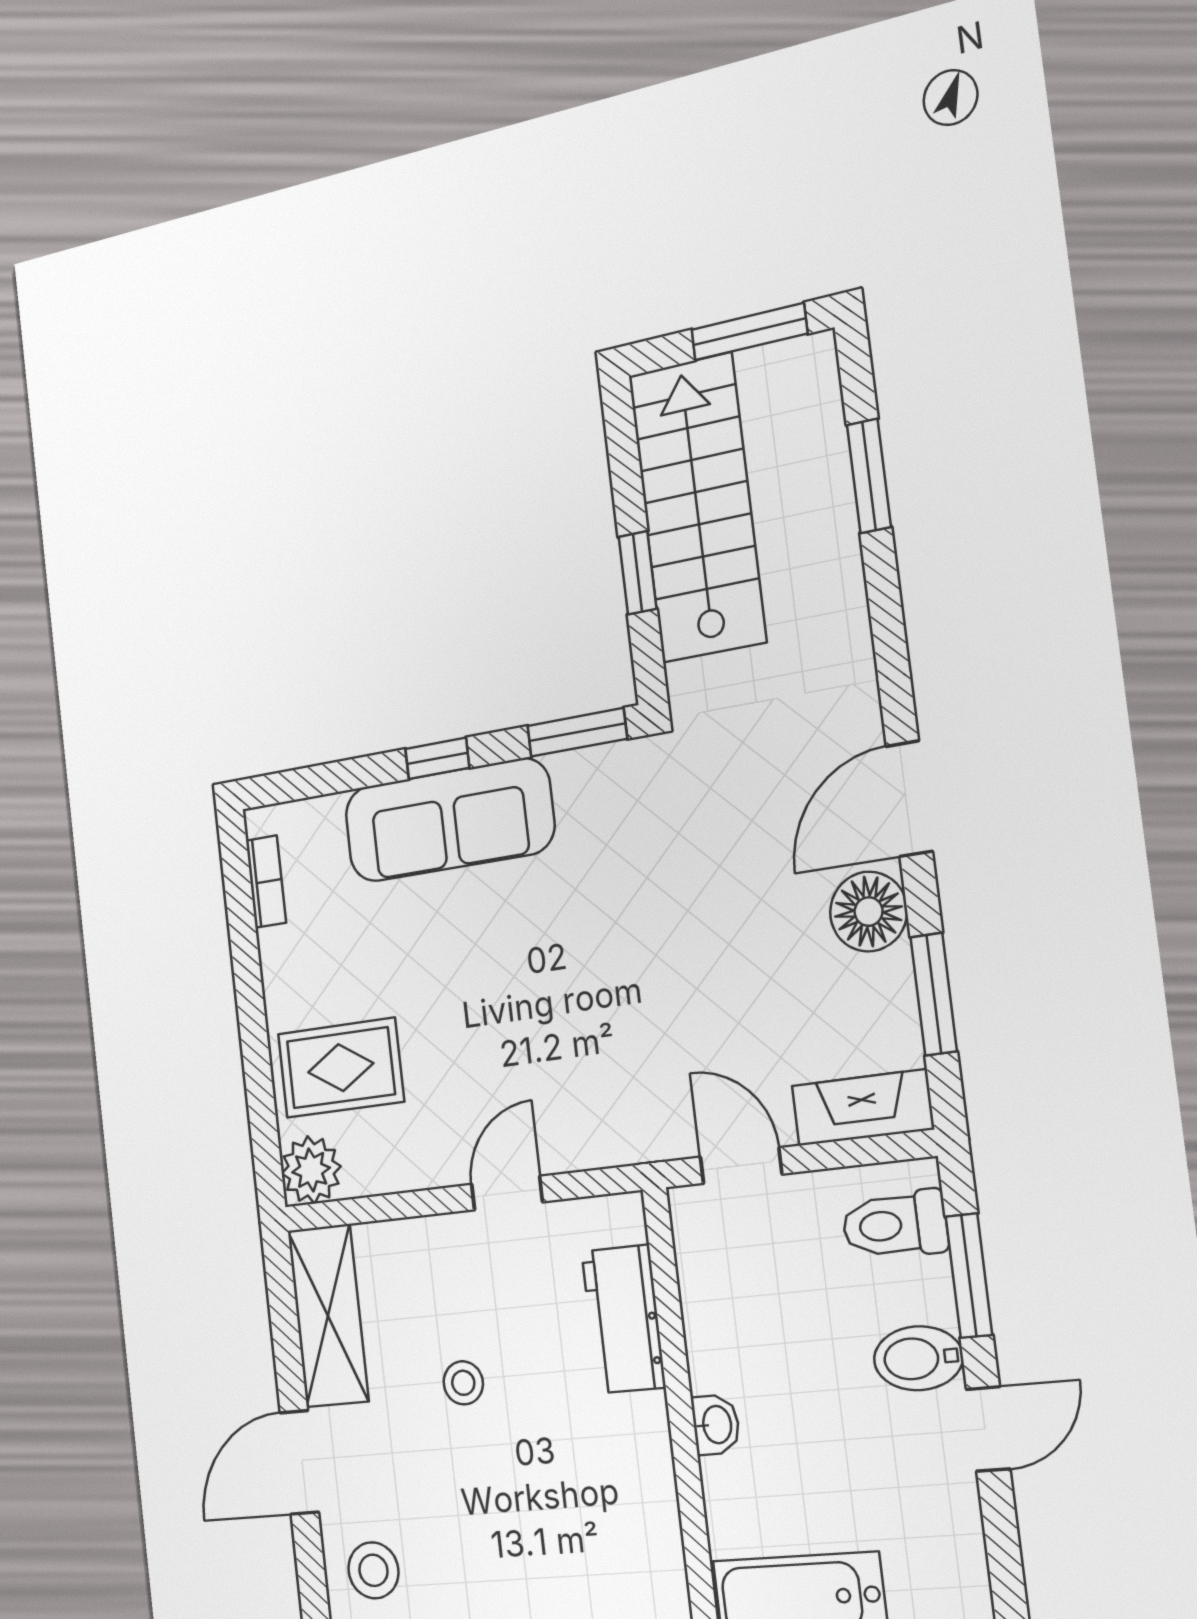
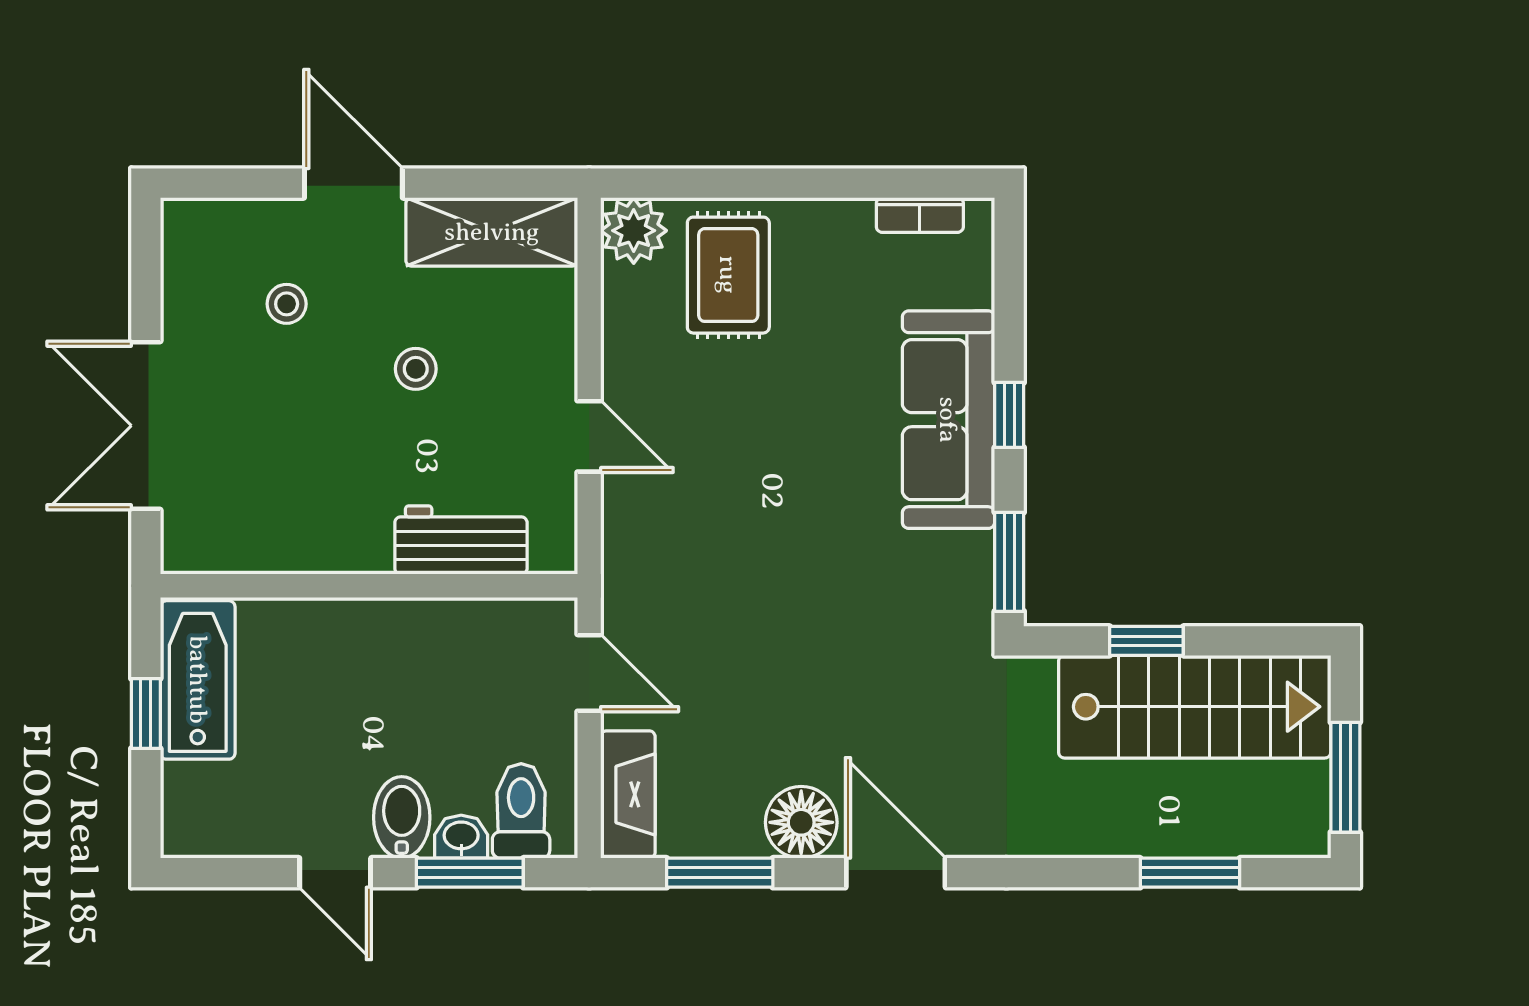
door: (741, 1166) -> (589, 673), hinge flipped
washbasin: (716, 1425) -> (461, 837), moved, turned 180
stool: (373, 1570) -> (287, 304), moved, width x0.73, depth x0.73

